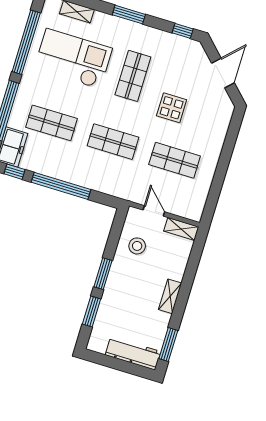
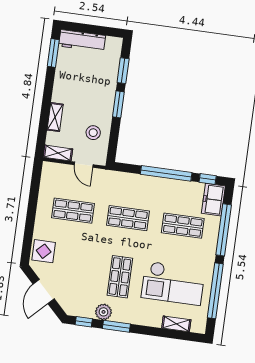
window: (129, 15) -> (116, 326), moved
plant: (158, 39) -> (103, 312), added
display table: (172, 108) -> (44, 251), moved
shelving: (170, 296) -> (55, 117), moved

